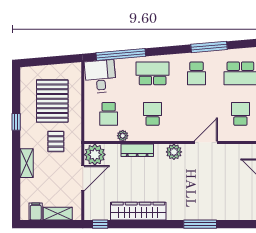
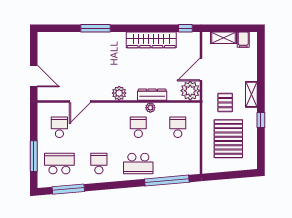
window: (209, 47) -> (68, 189), moved
desk: (100, 76) -> (185, 161), removed
school desk: (153, 114) -> (138, 127), turned 180
school desk: (240, 114) -> (59, 127), turned 180
plant: (123, 136) -> (150, 108), moved
door: (206, 143) -> (80, 101), moved
shelving: (27, 163) -> (251, 94), moved

